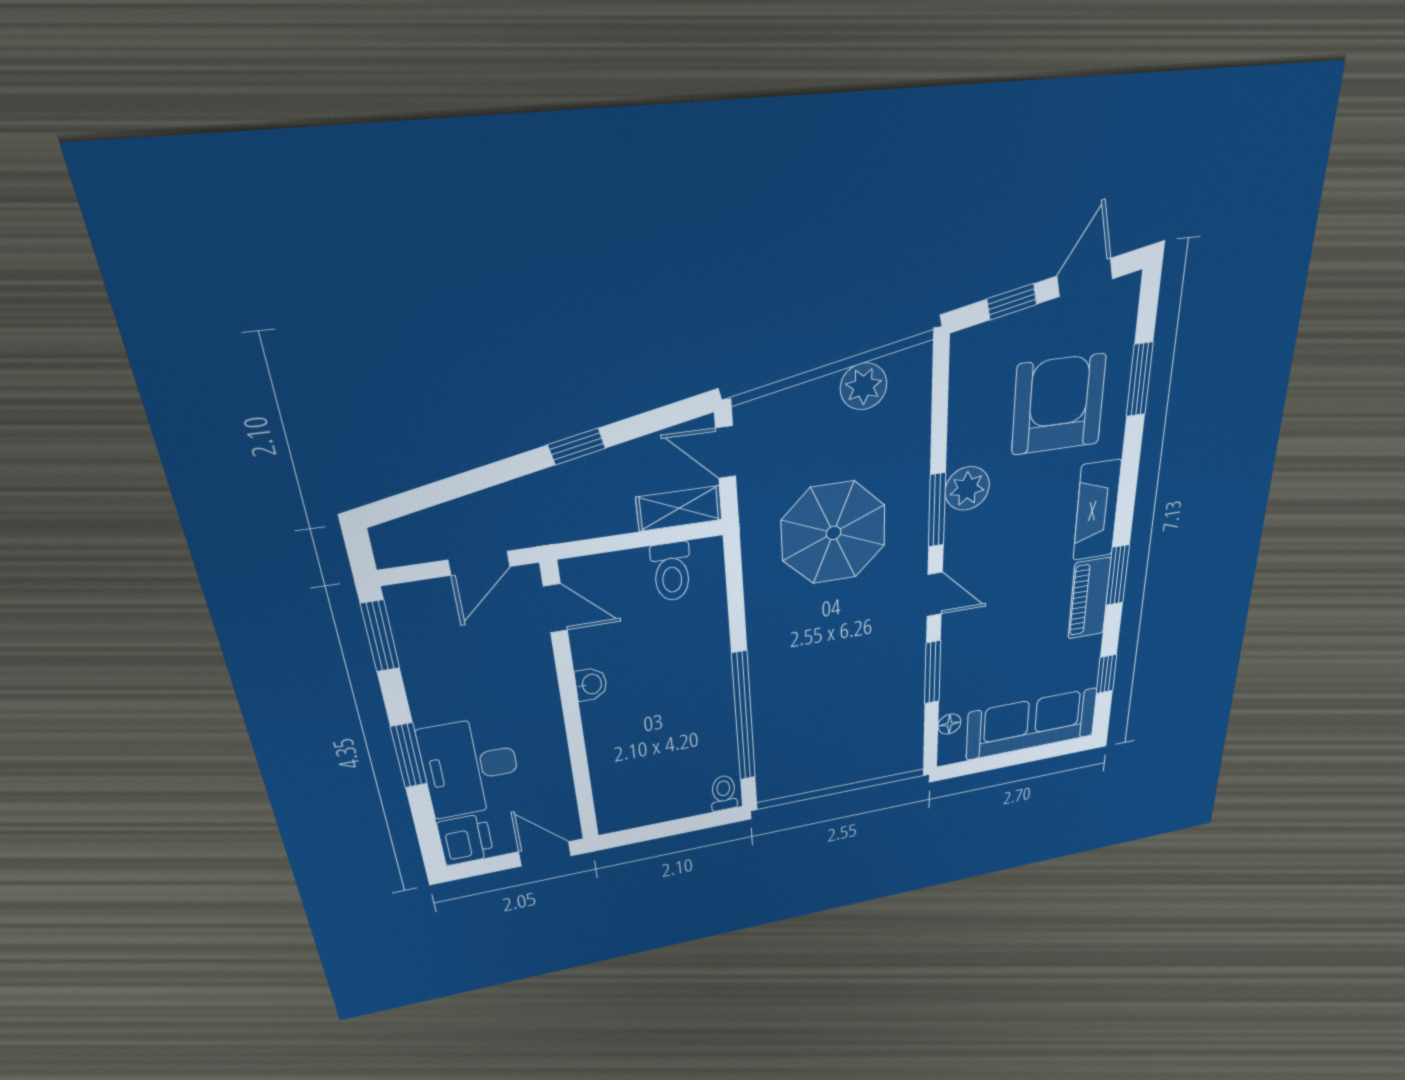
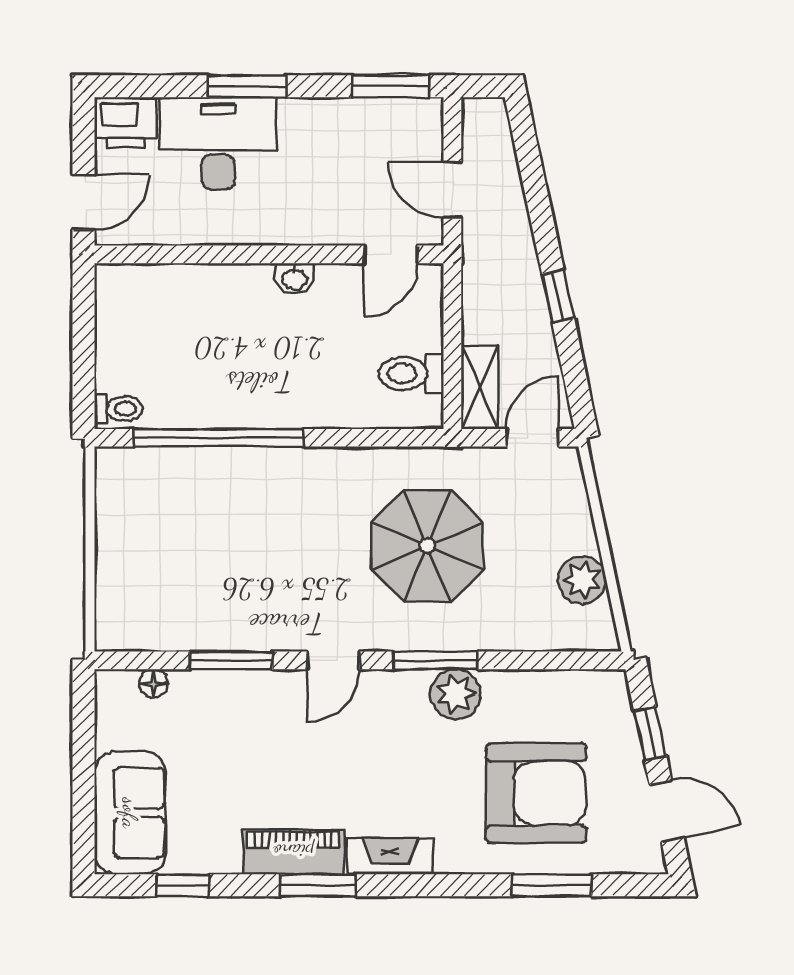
fireplace: (1097, 510) -> (390, 856), width x0.73, depth x0.76
sofa: (1032, 724) -> (130, 813), width x0.73

